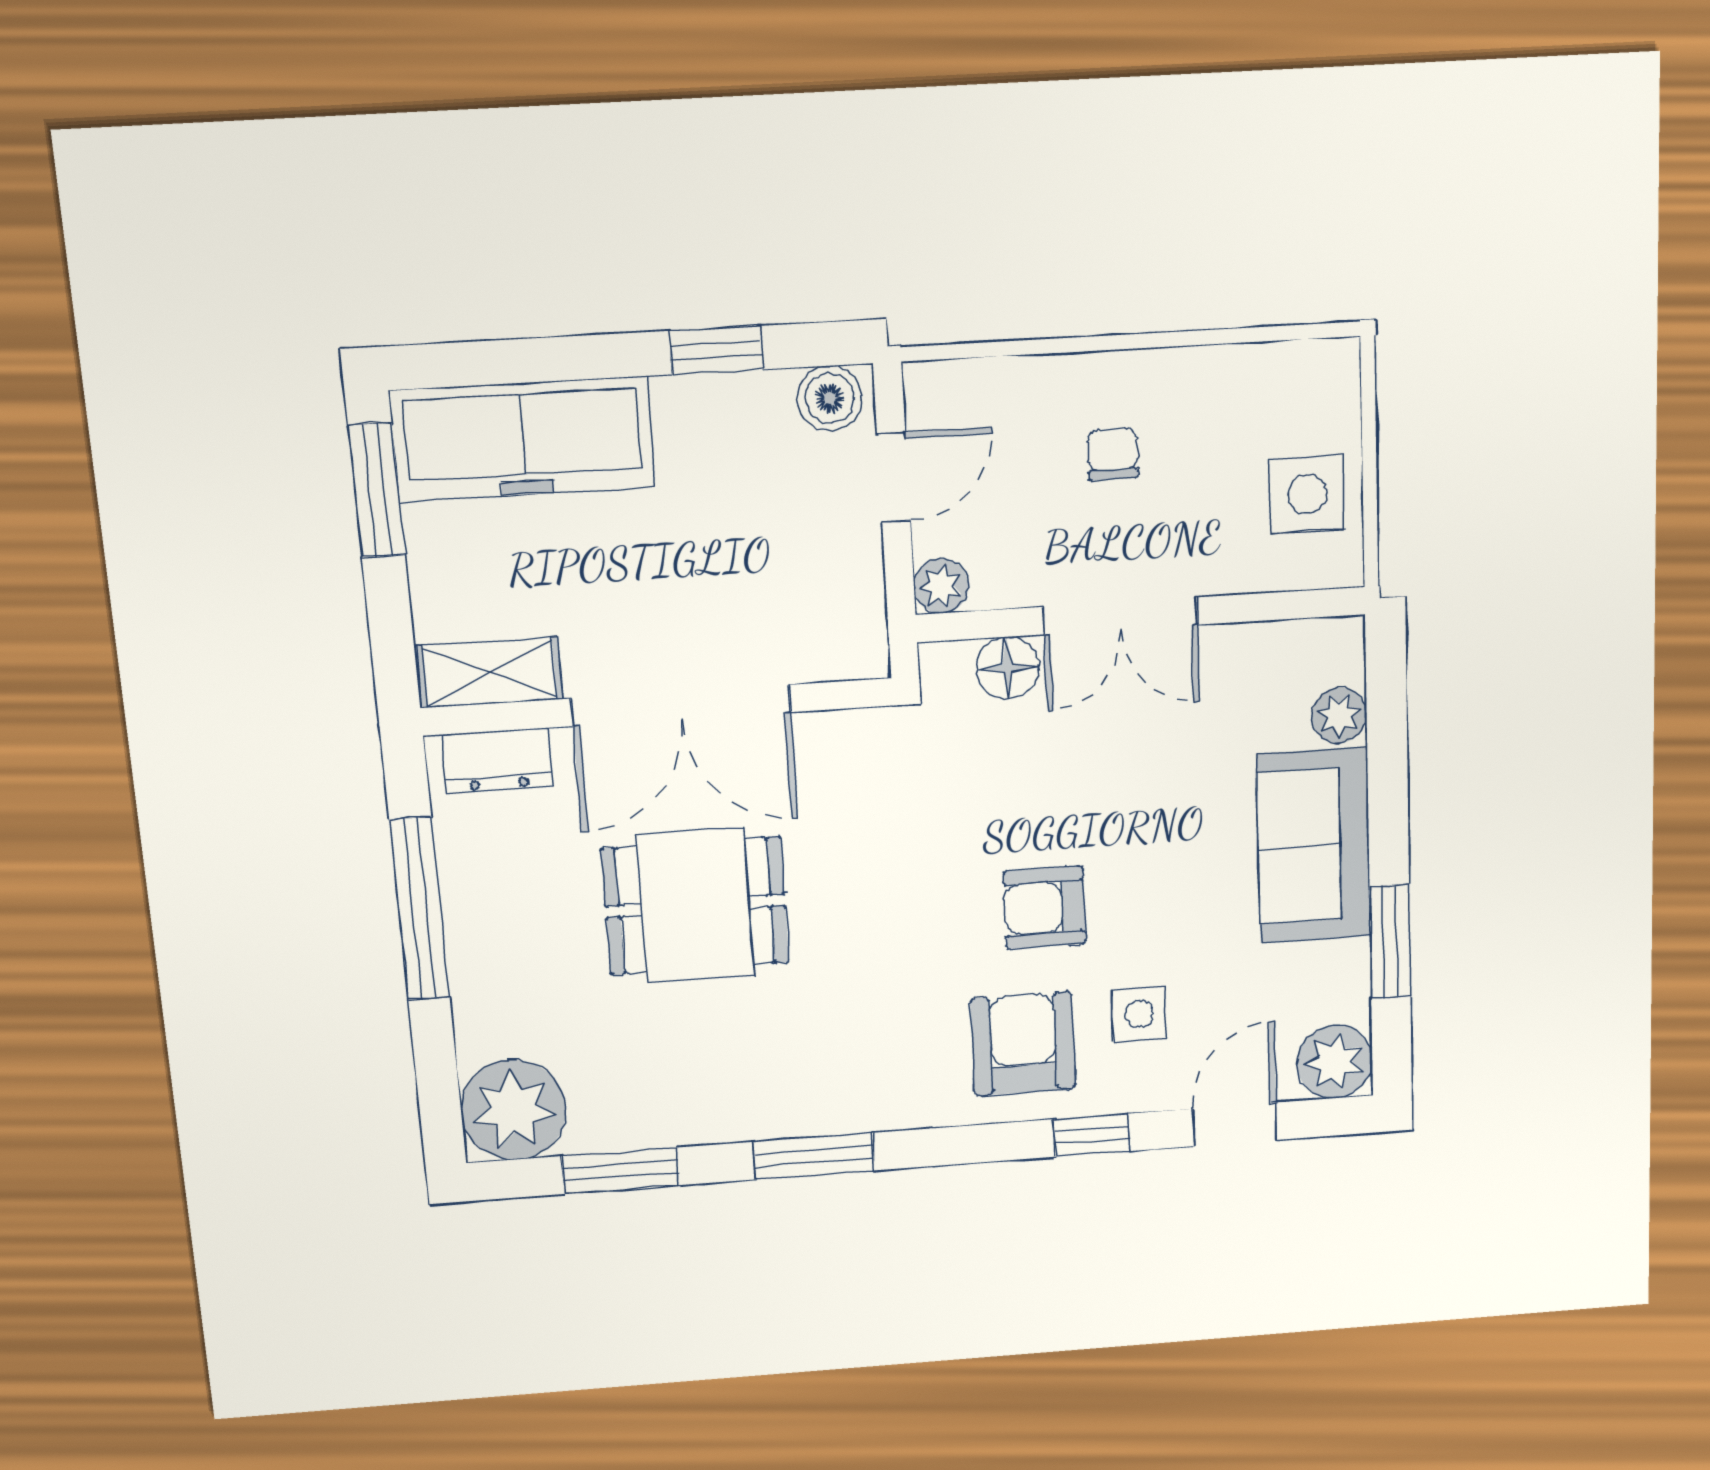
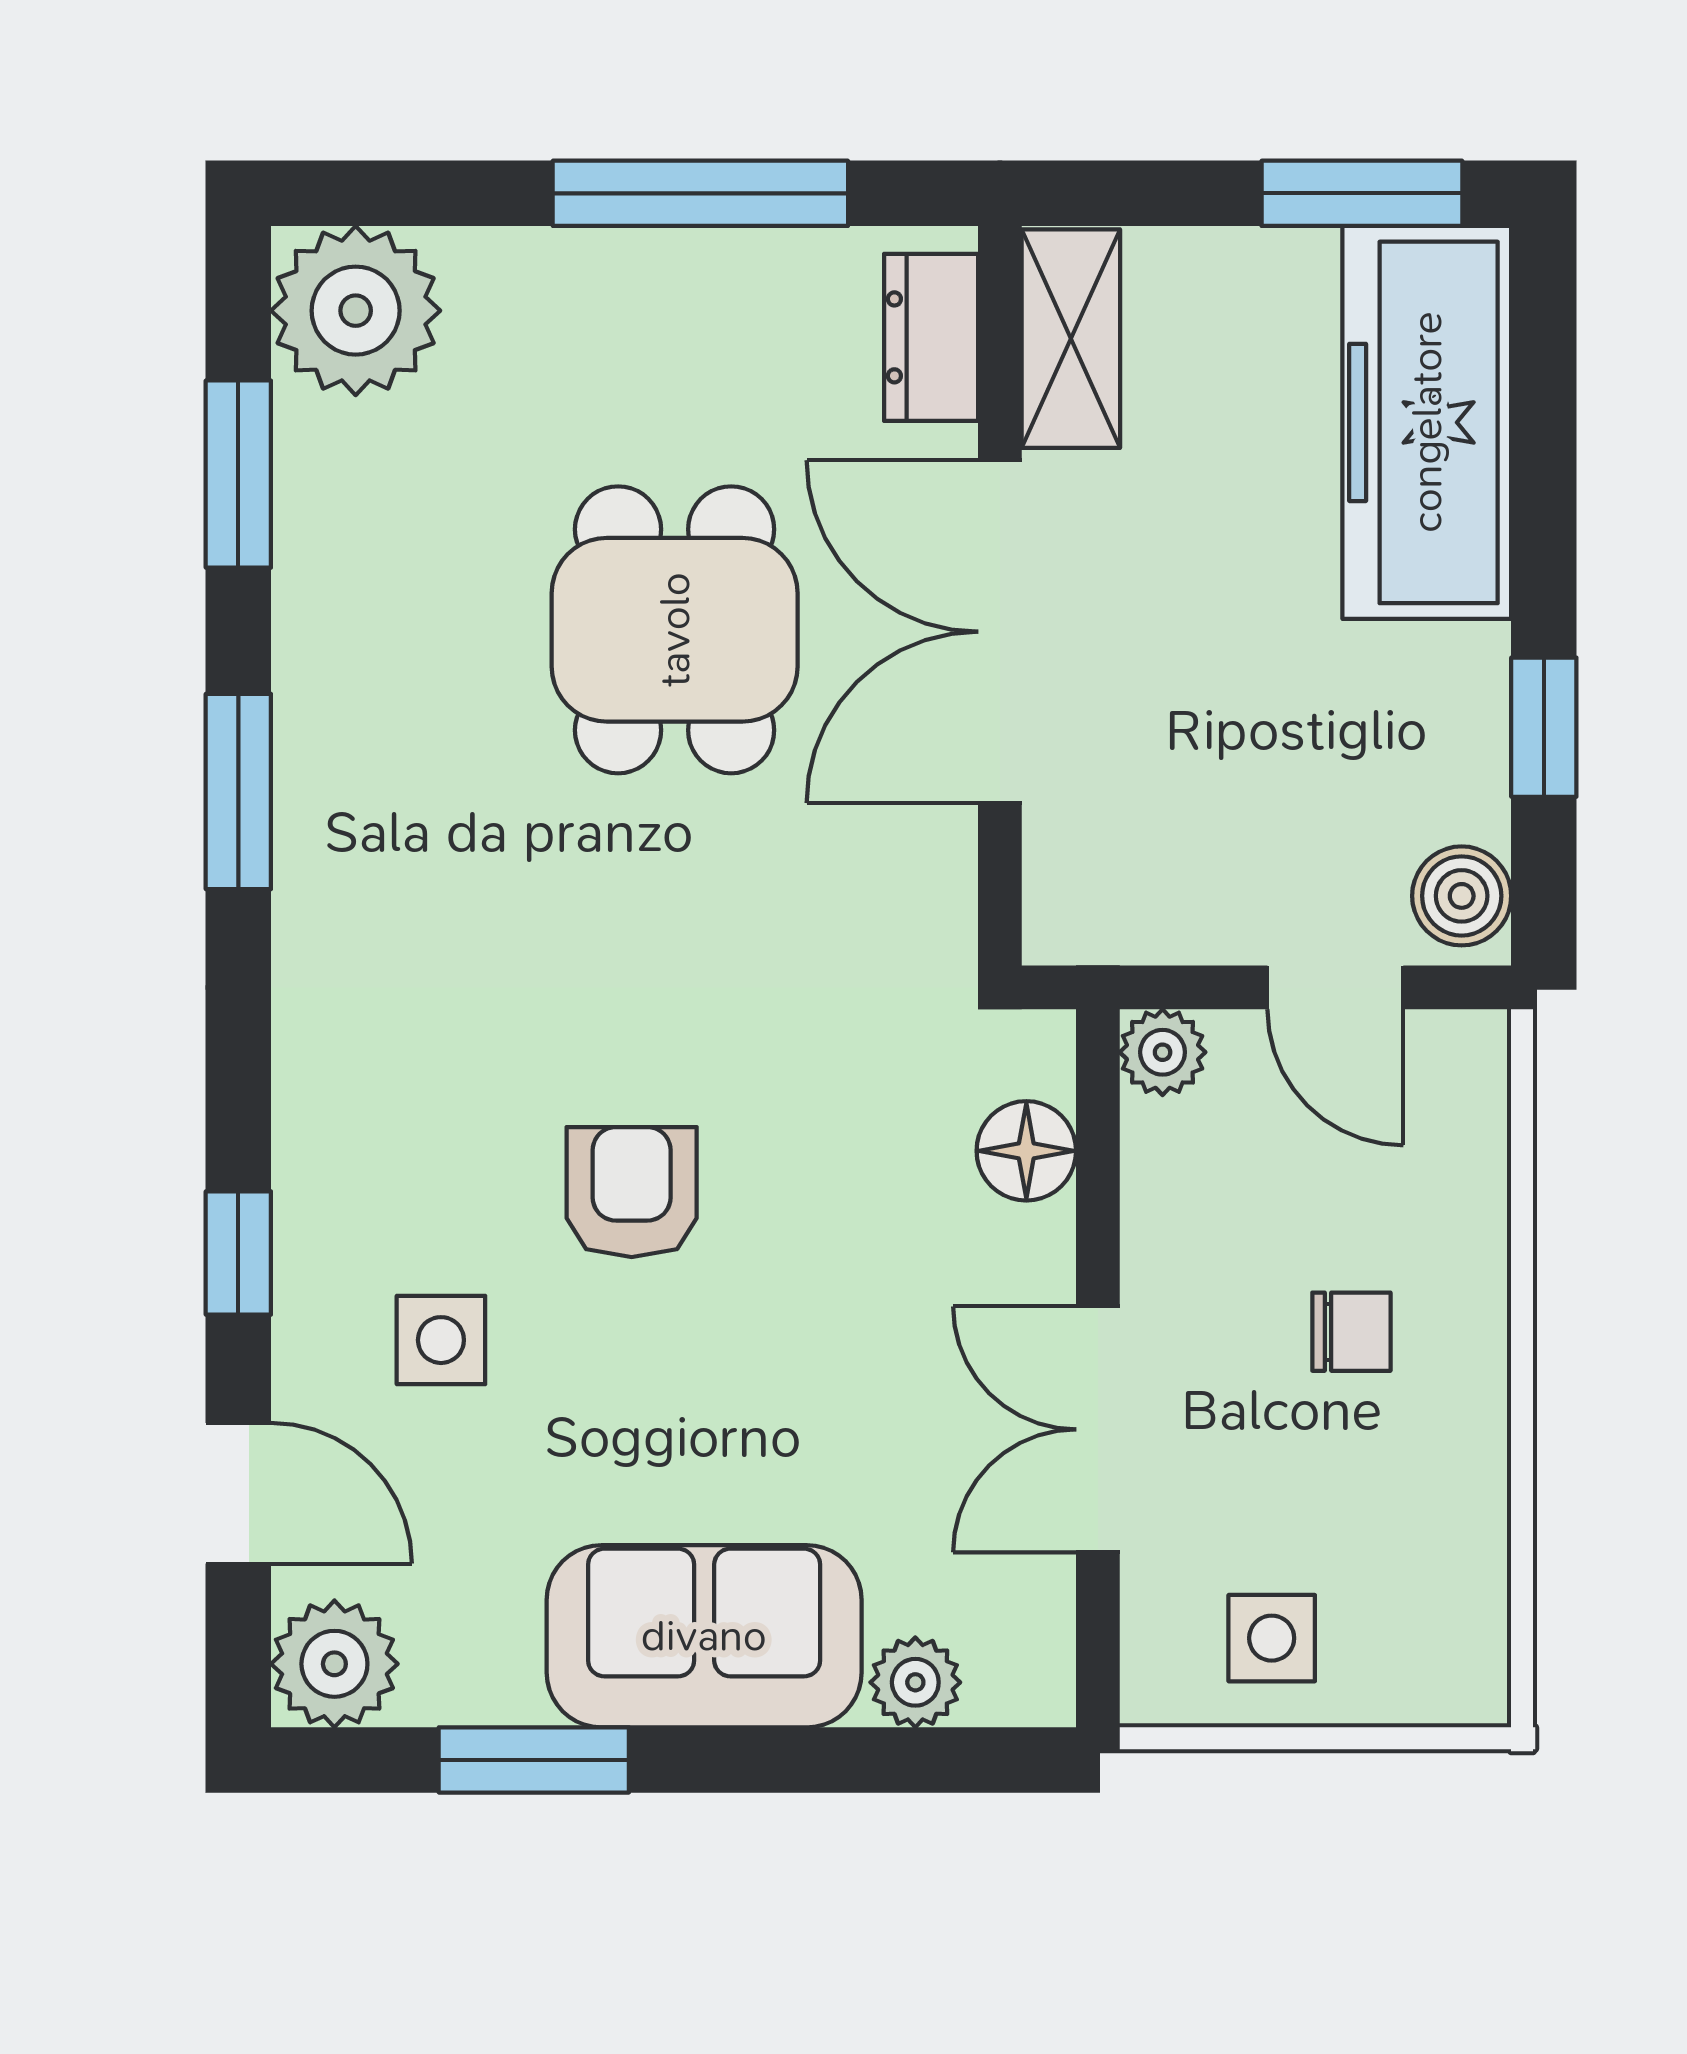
side table: (1307, 494) -> (1272, 1638), width x0.73, depth x0.73
double door: (1120, 616) -> (1098, 1429), moved
armchair: (1023, 1044) -> (405, 1146), removed

